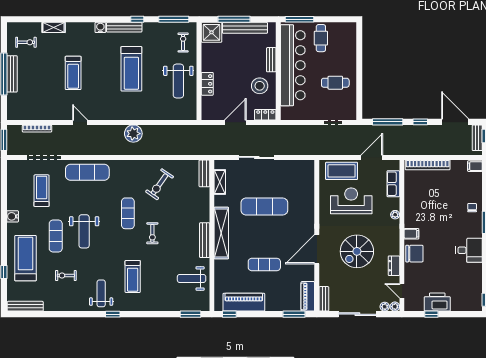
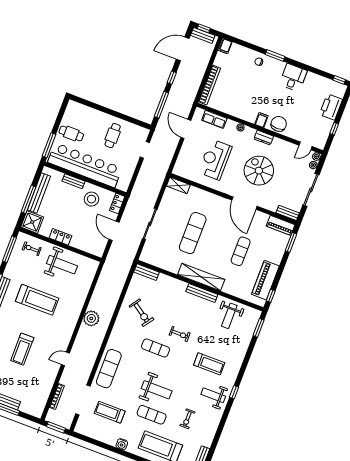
treadmill: (73, 73) -> (22, 349), turned 90
locker: (207, 84) -> (60, 237), moved
coffee table: (342, 171) -> (188, 158), removed
shelving: (220, 182) -> (178, 185), moved
spiral stairs: (357, 251) -> (259, 171), turned 180
dresser: (394, 266) -> (264, 138), moved
printer: (437, 302) -> (331, 107), moved

